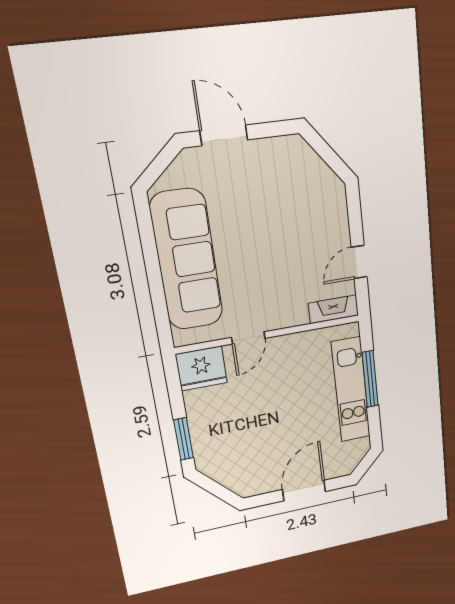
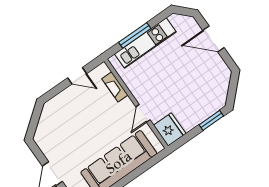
fireplace: (333, 309) -> (115, 87), moved
door: (248, 338) -> (143, 113), swing flipped

